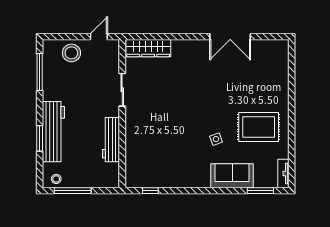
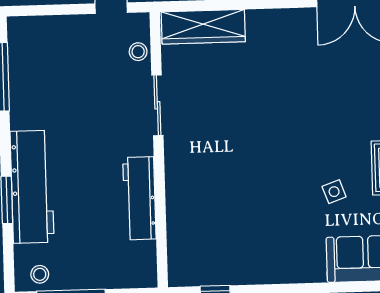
stool: (71, 53) -> (138, 52), moved, width x0.53, depth x0.53

